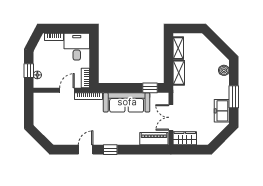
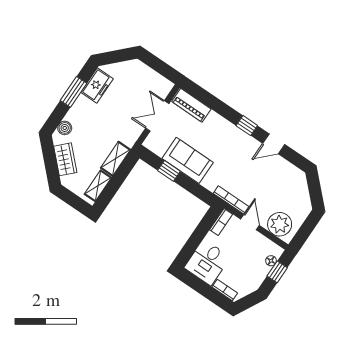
window: (150, 88) -> (169, 171), moved
door: (67, 90) -> (250, 222), swing flipped
plant: (48, 102) -> (280, 224), added
sofa: (127, 102) -> (188, 160), width x0.73
double door: (171, 117) -> (157, 116), swing flipped
wardrobe: (185, 138) -> (65, 159), moved, turned -135

